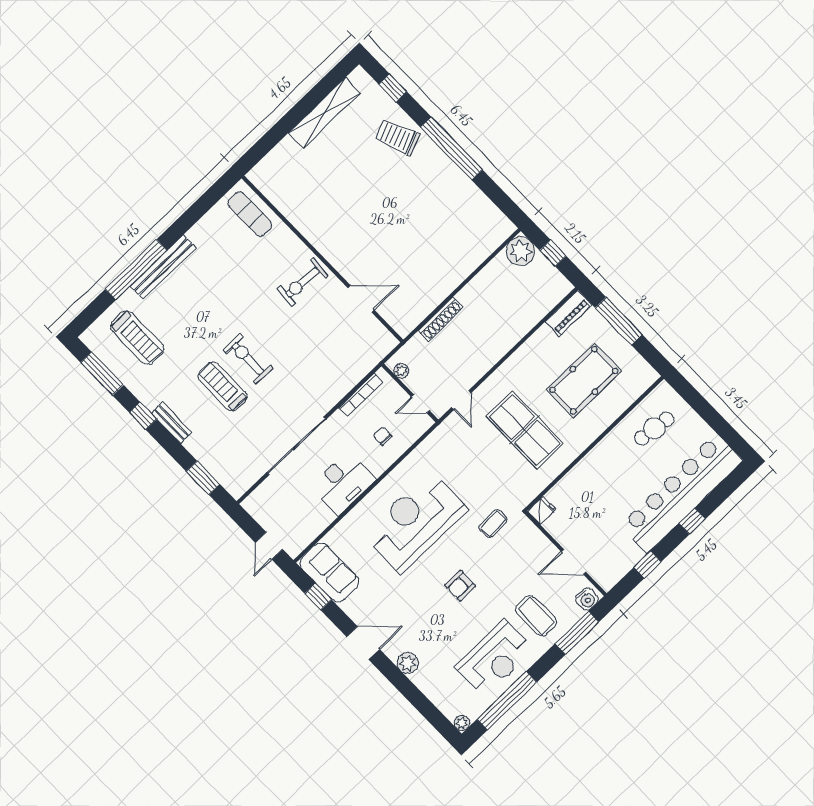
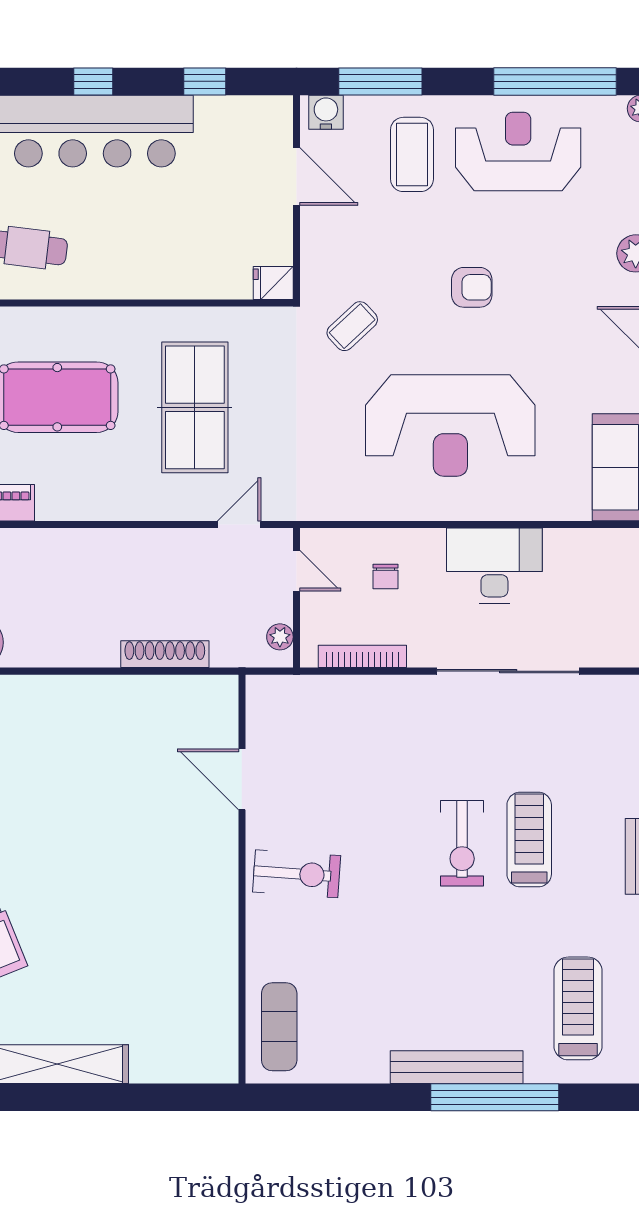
treadmill: (223, 386) -> (529, 840), turned 180
coffee table: (493, 524) -> (352, 326), turned -41

